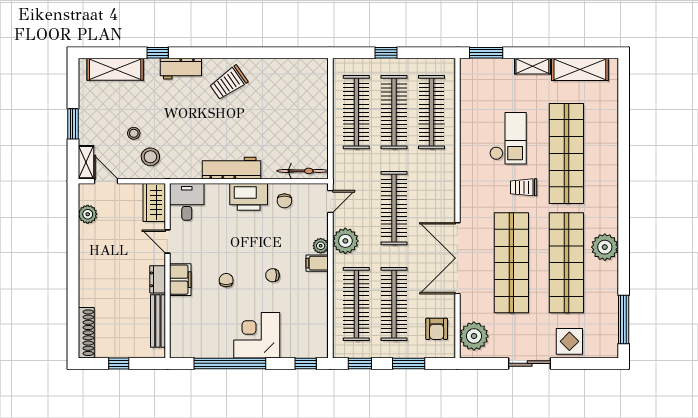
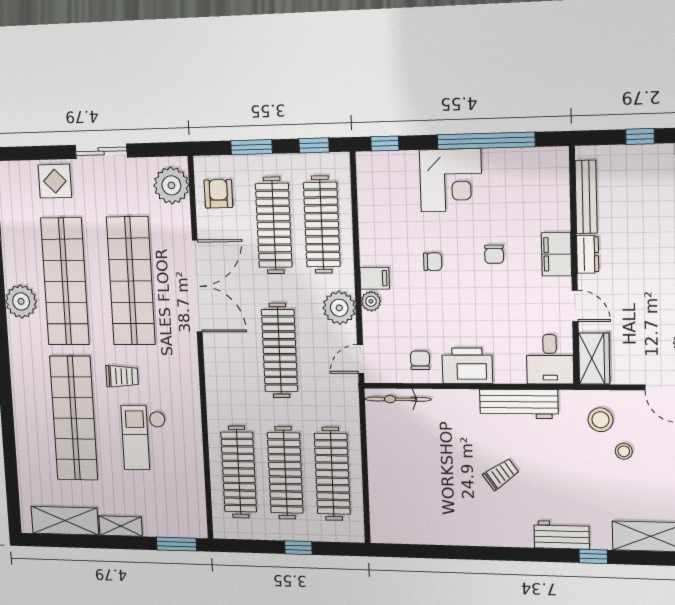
trolley: (229, 83) -> (501, 474), moved, width x0.73, depth x0.72
workbench: (231, 168) -> (519, 404), moved

